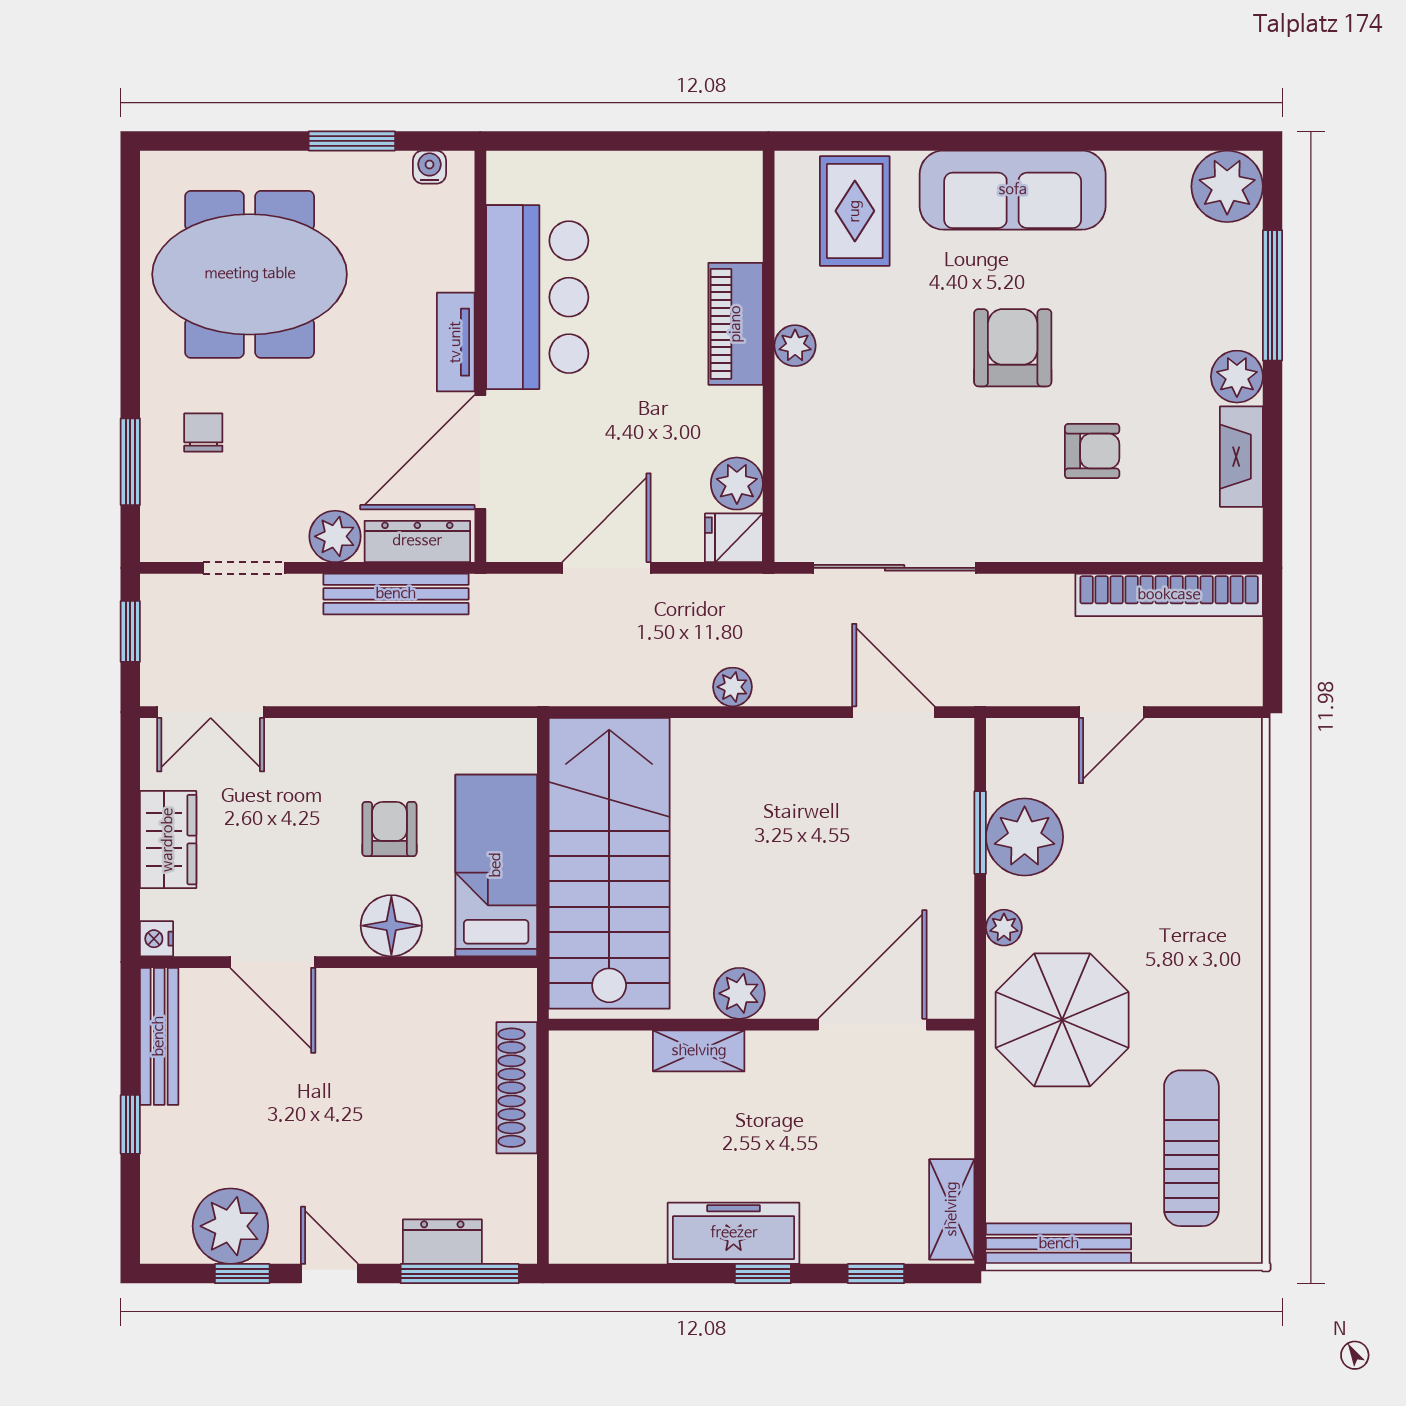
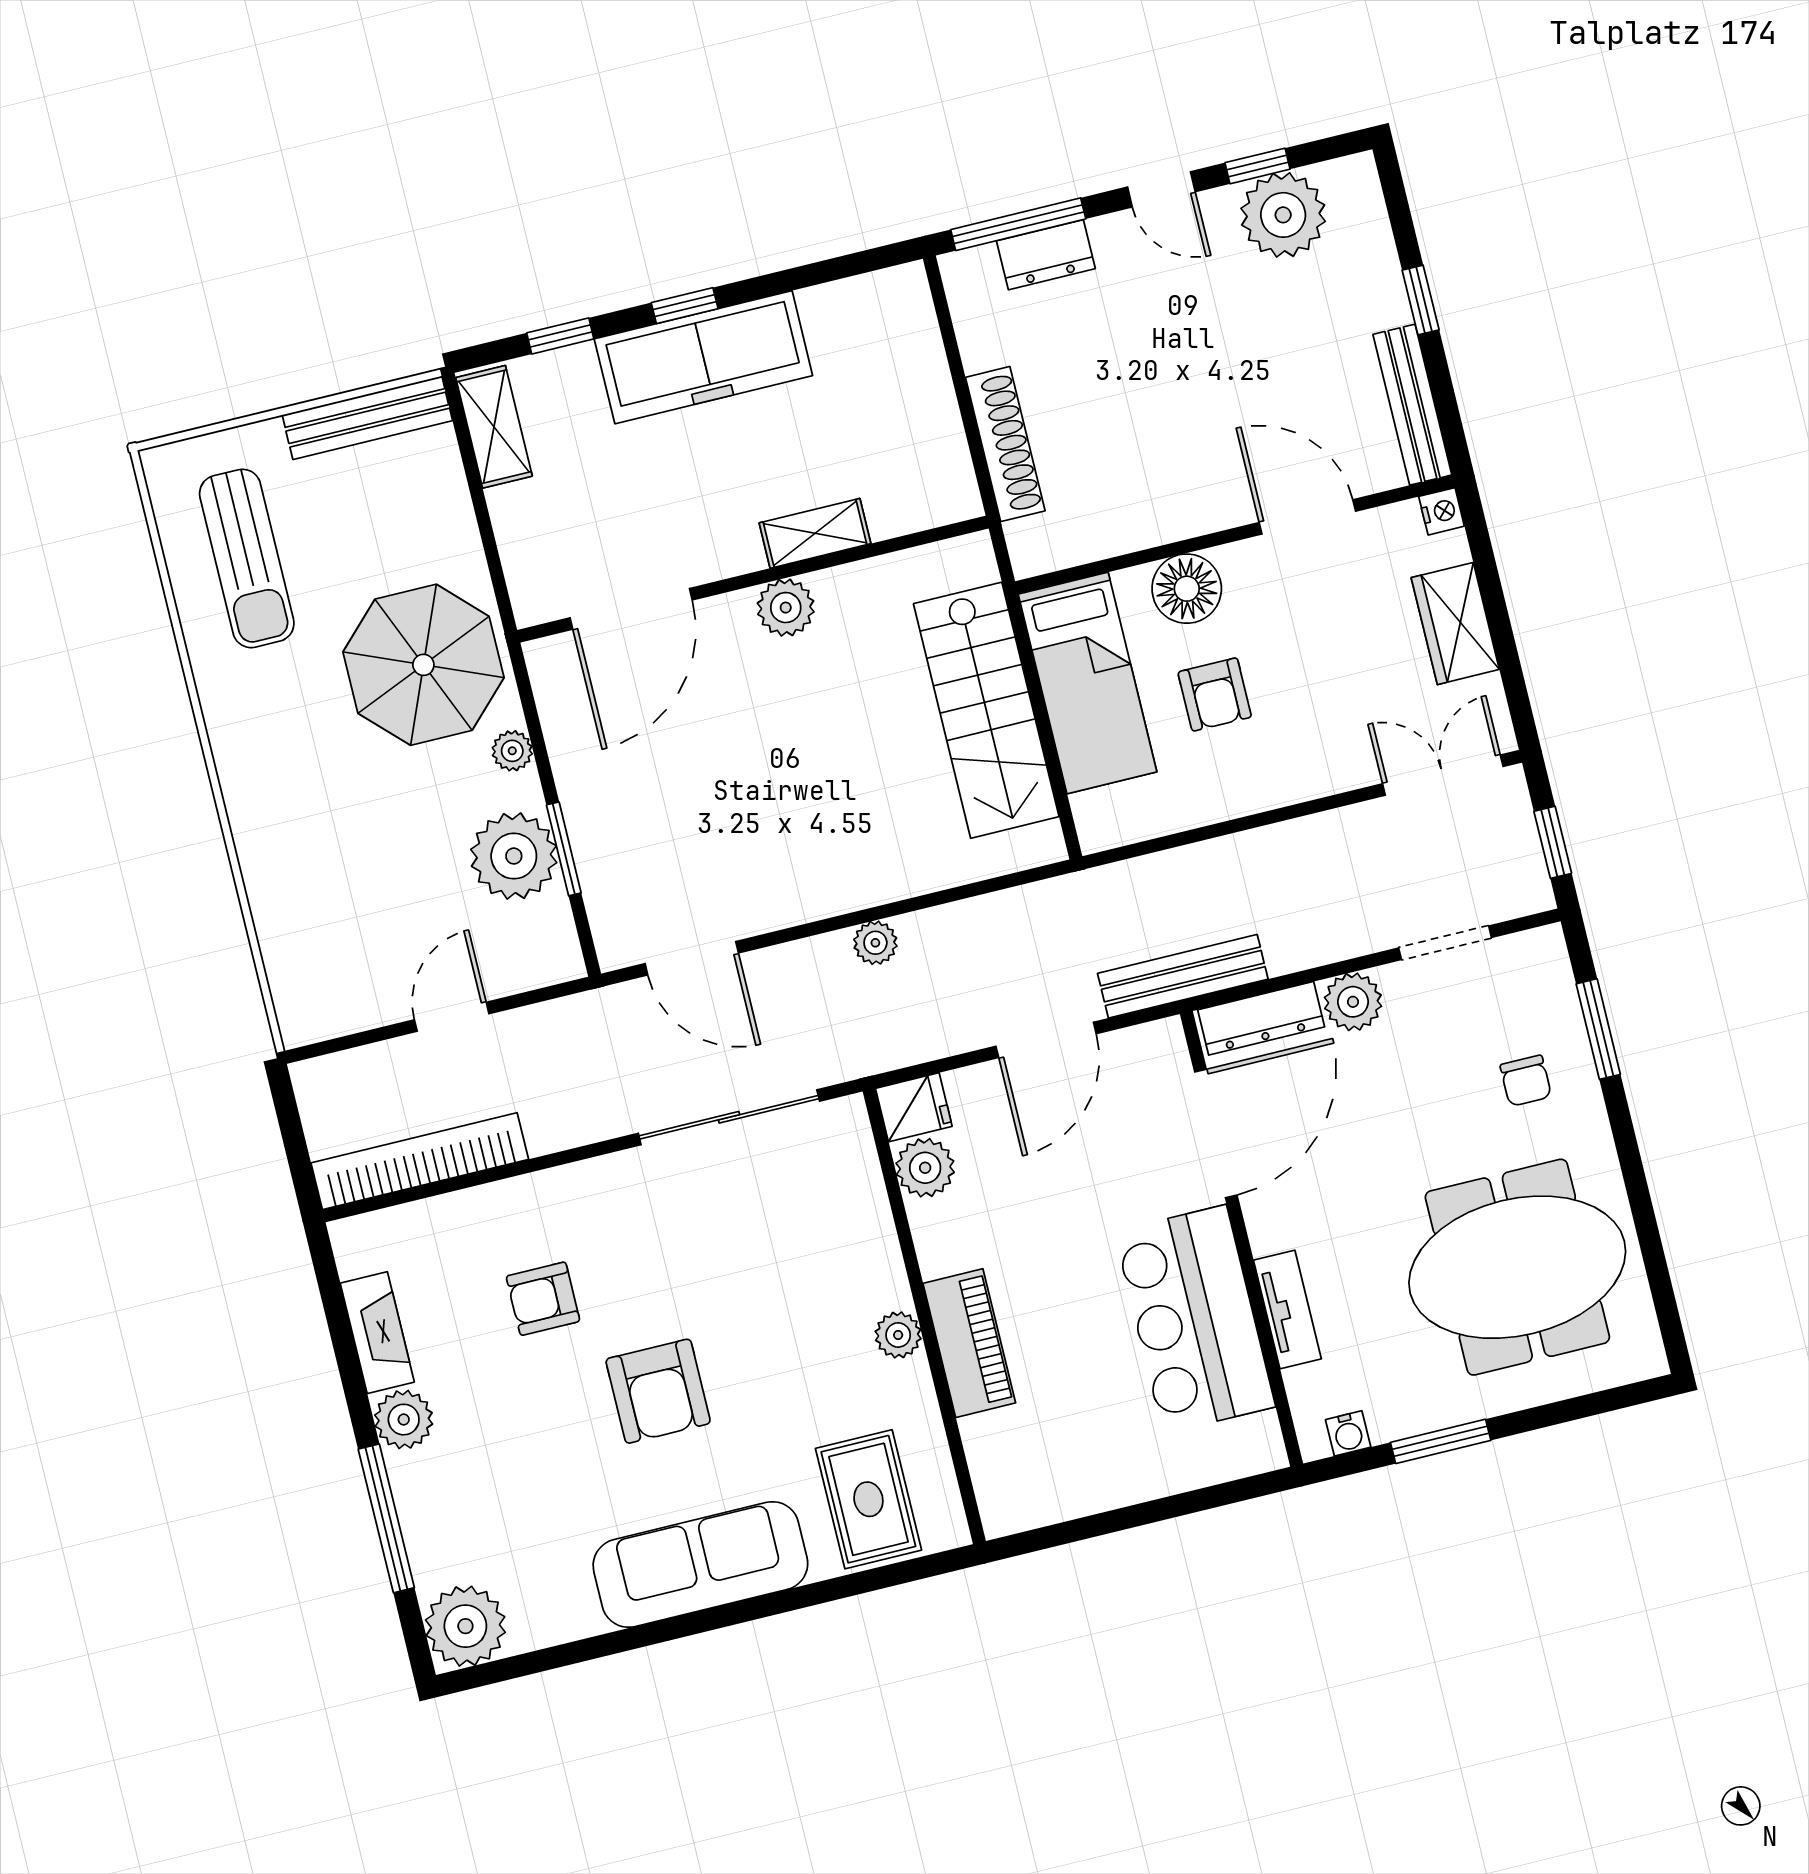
tv unit: (456, 342) -> (1287, 1309), moved
bench: (396, 594) -> (1183, 976), moved
stairs: (609, 863) -> (986, 710), width x0.73, depth x0.66
freezer: (734, 1233) -> (703, 357), width x1.36, depth x1.26

